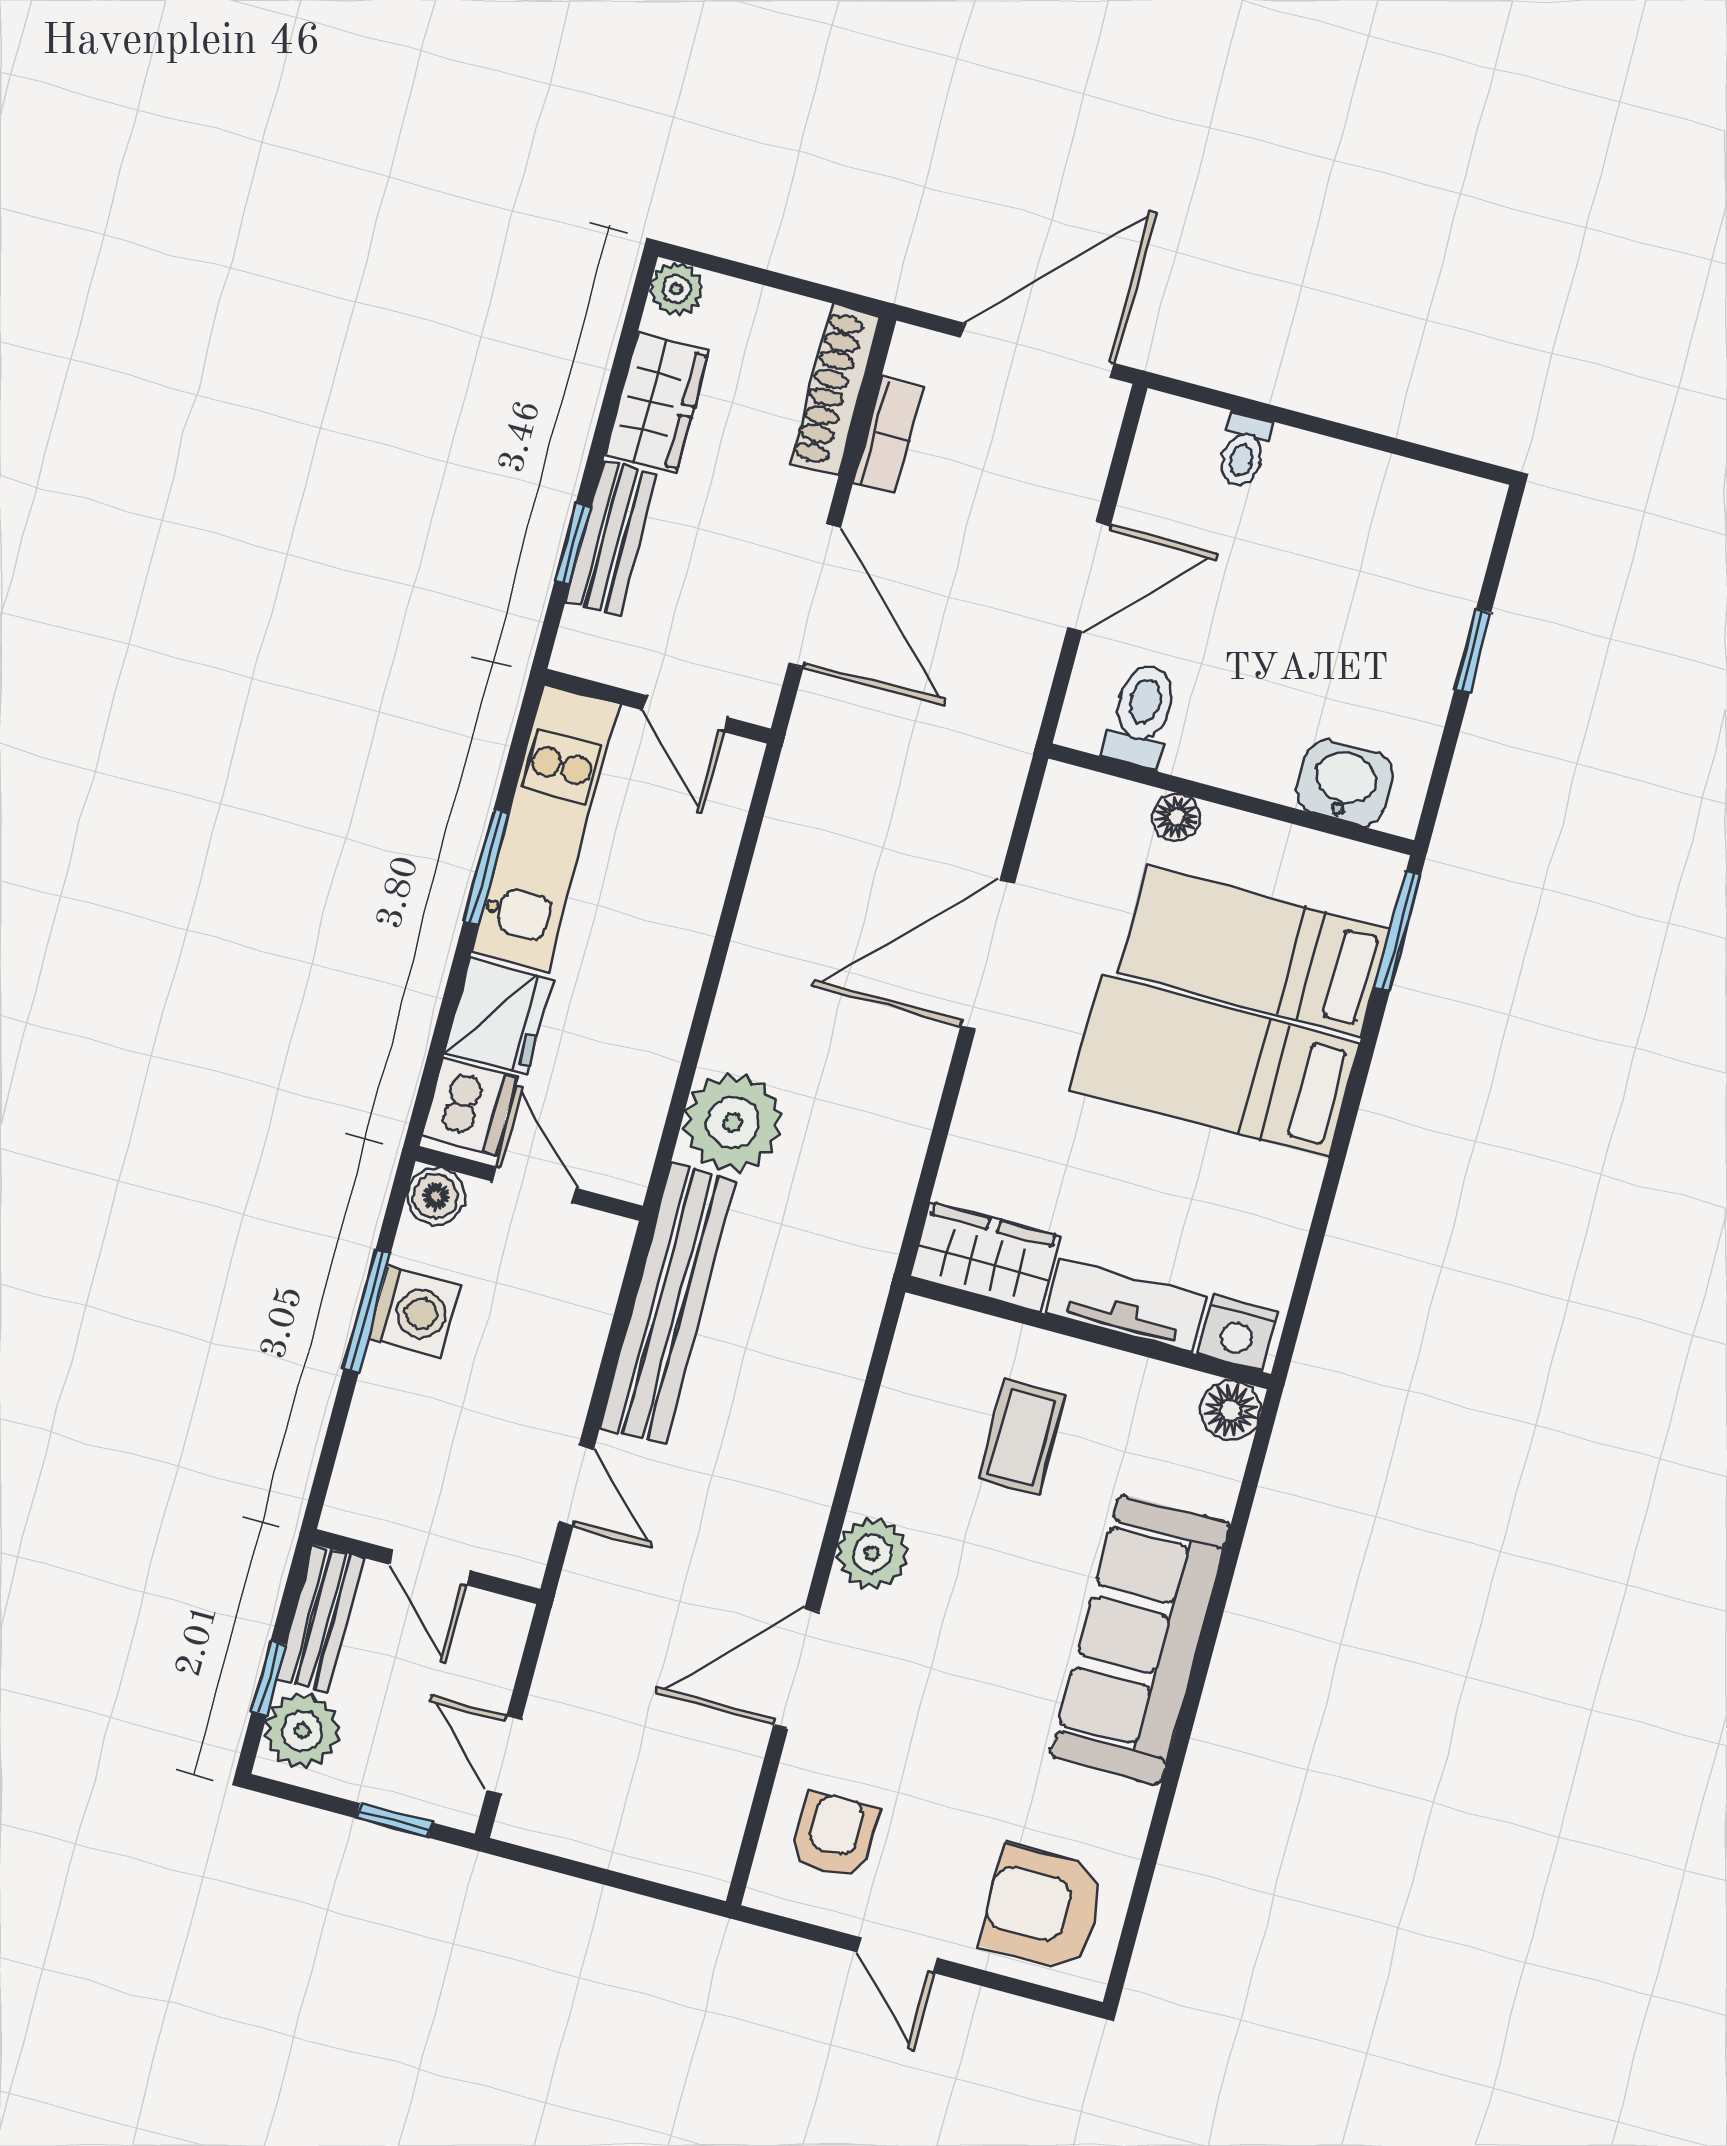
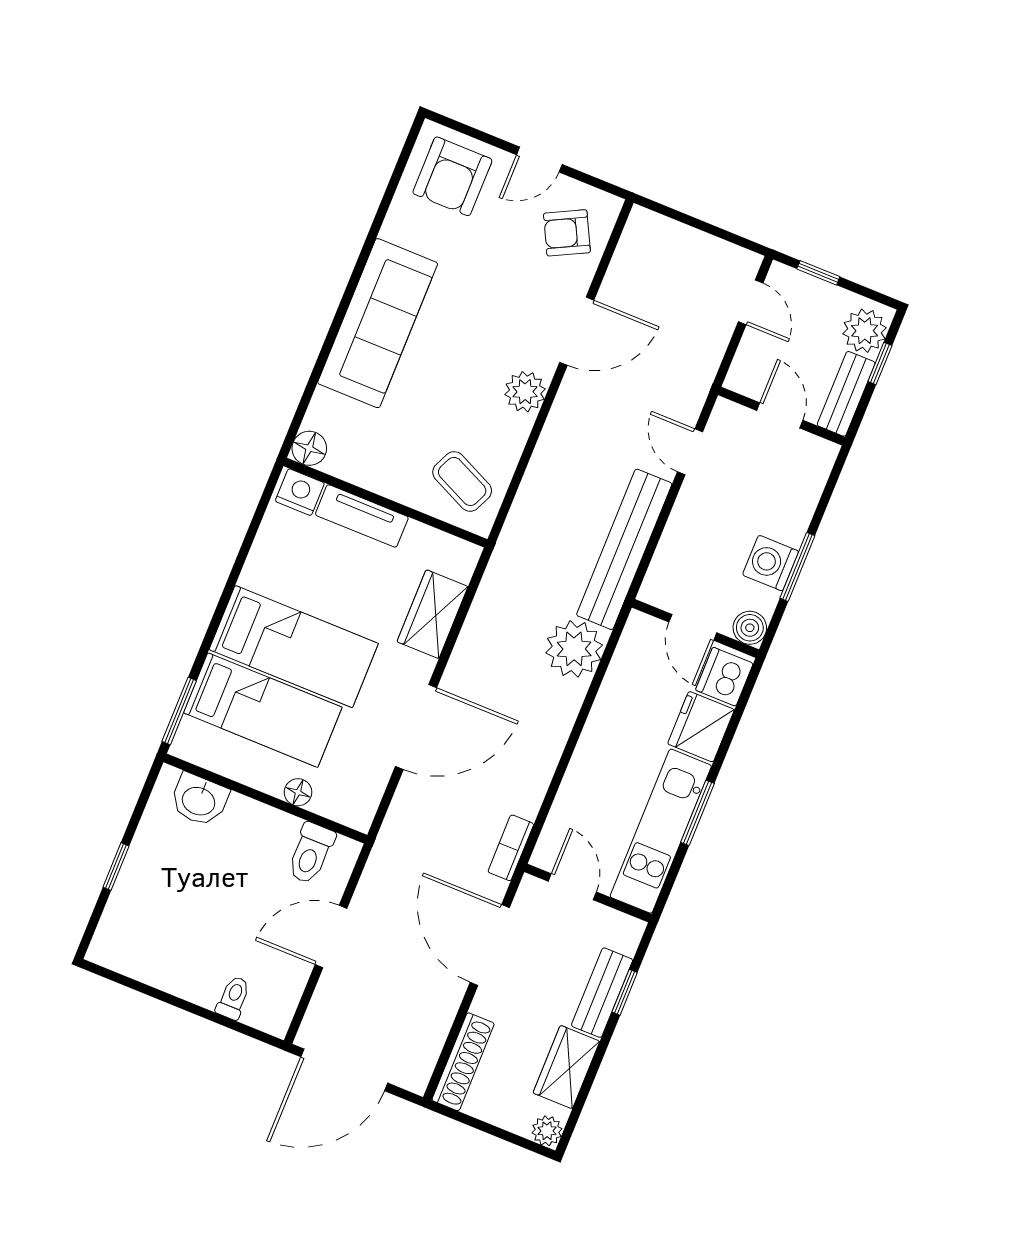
bookcase: (888, 435) -> (511, 848), moved
wardrobe: (985, 1257) -> (433, 614), moved, turned 90
coffee table: (1022, 1437) -> (462, 481), moved, turned -65
armchair: (834, 1835) -> (567, 233), turned 63
armchair: (1043, 1908) -> (452, 176), turned 90
door: (897, 1955) -> (539, 160), swing flipped

